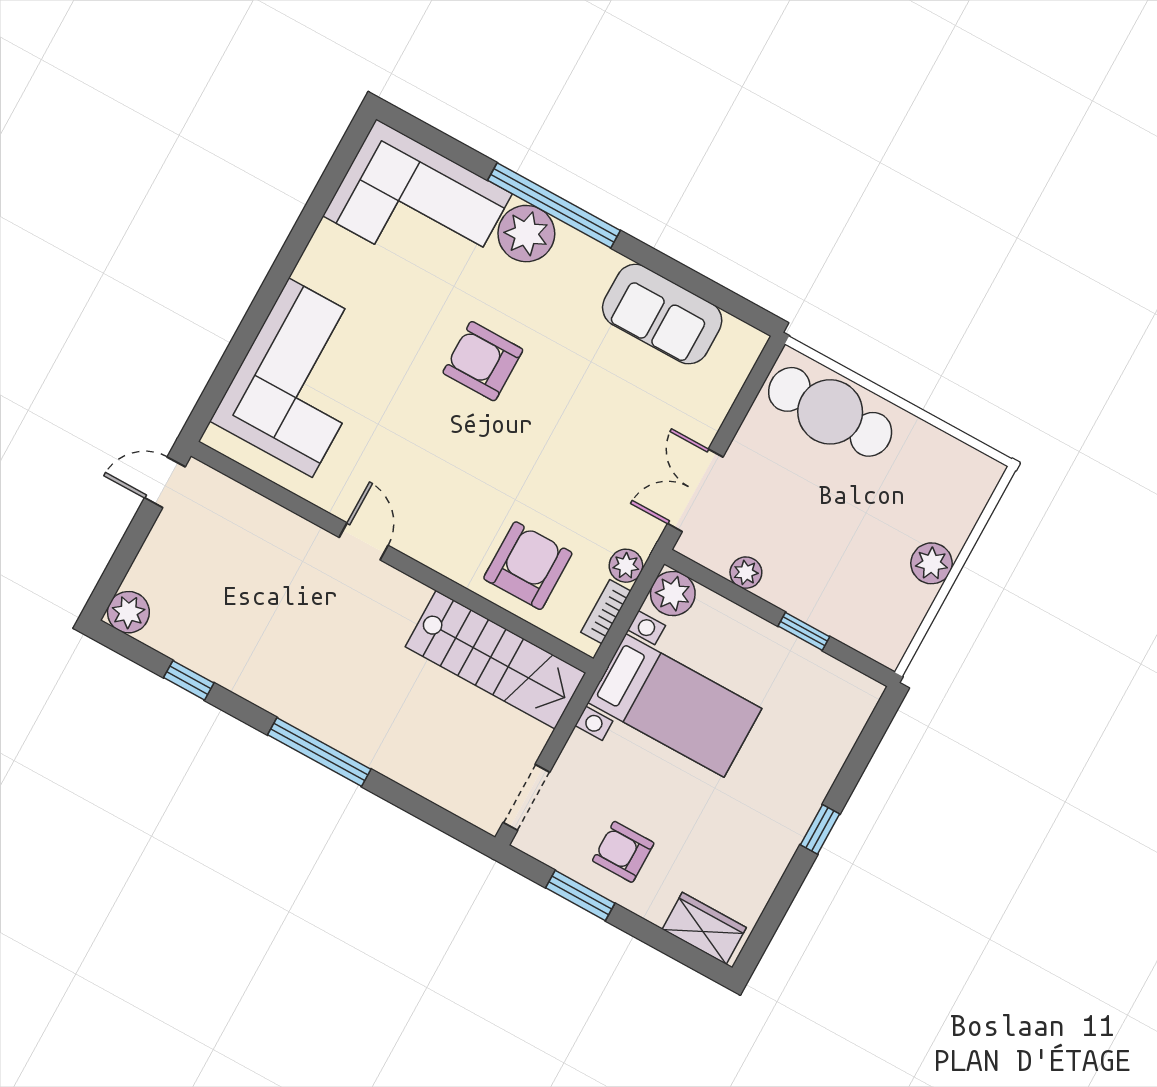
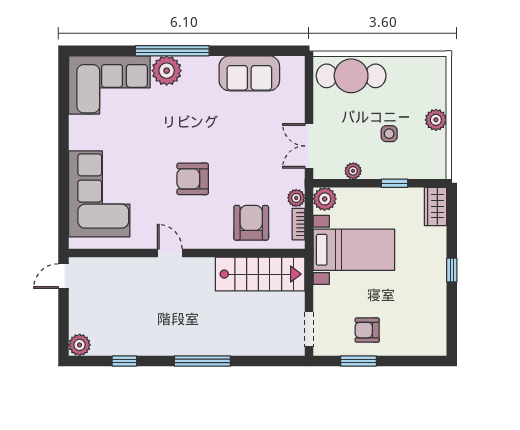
armchair: (483, 361) -> (193, 179), moved
side table: (841, 544) -> (389, 134), added
wardrobe: (704, 928) -> (436, 206), moved, turned -90

